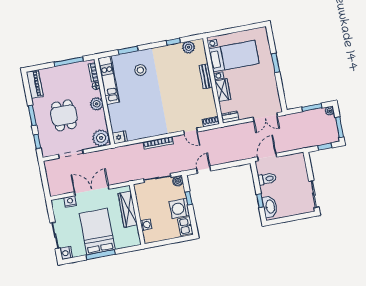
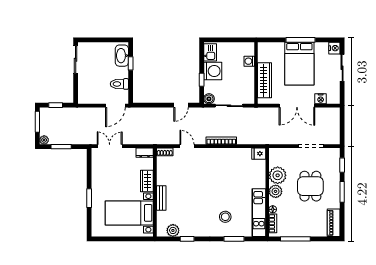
plant: (101, 138) -> (278, 175), moved

